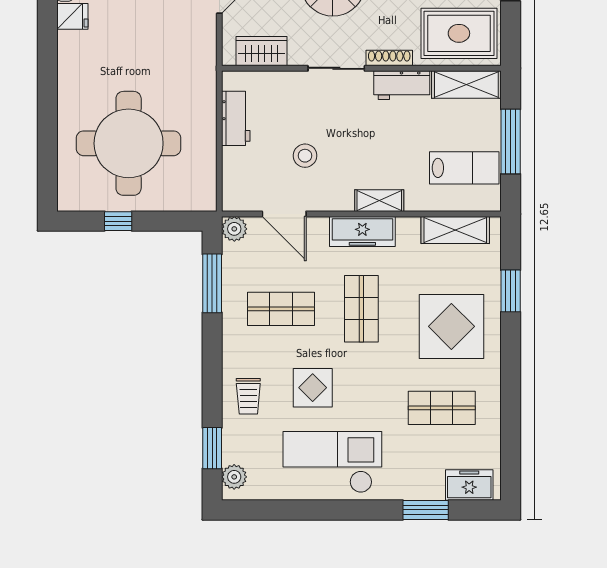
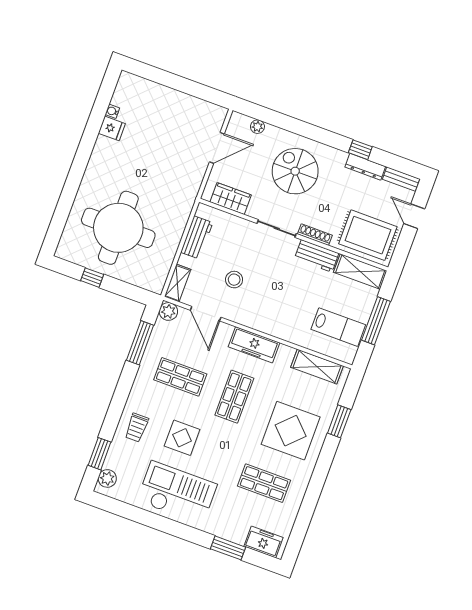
shelving: (379, 201) -> (178, 283), moved, turned 90

